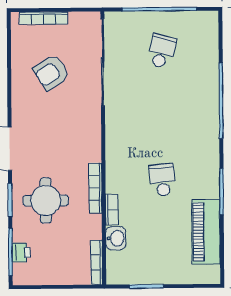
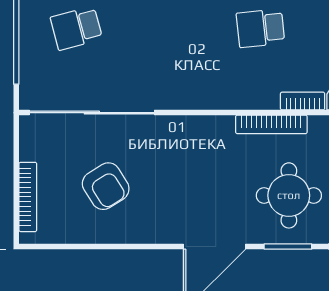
school desk: (162, 51) -> (76, 28), turned -30

